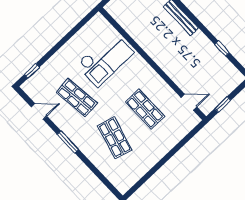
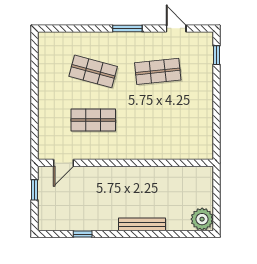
checkout: (105, 59) -> (168, 127), removed
door: (39, 112) -> (176, 28), swing flipped

